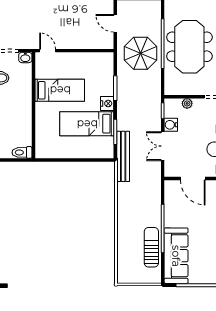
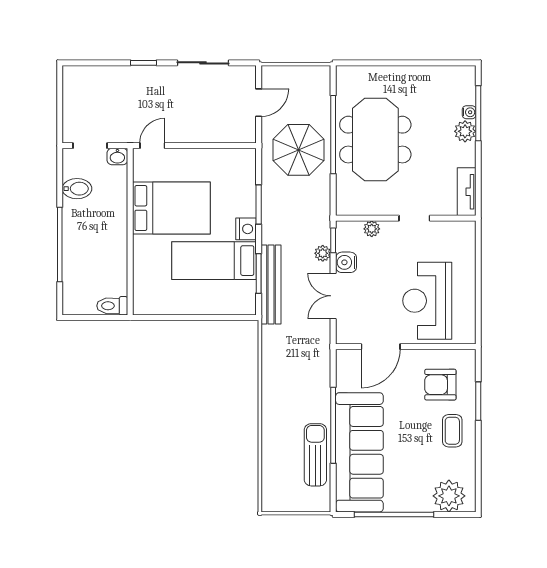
door: (115, 23) -> (259, 103), swing flipped
door: (48, 51) -> (152, 146), hinge flipped
bed: (60, 90) -> (171, 208), width x1.50
plant: (156, 119) -> (323, 253), added
bench: (123, 156) -> (271, 284), moved
door: (193, 178) -> (381, 347), hinge flipped
sofa: (176, 256) -> (359, 452), width x1.36, depth x1.27

